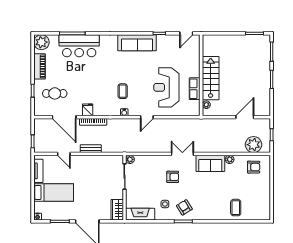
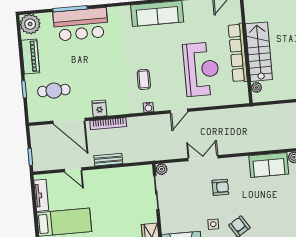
reception desk: (166, 87) -> (201, 69), turned 180
row of seats: (195, 89) -> (238, 53), width x2.02
double door: (182, 154) -> (203, 158), moved

